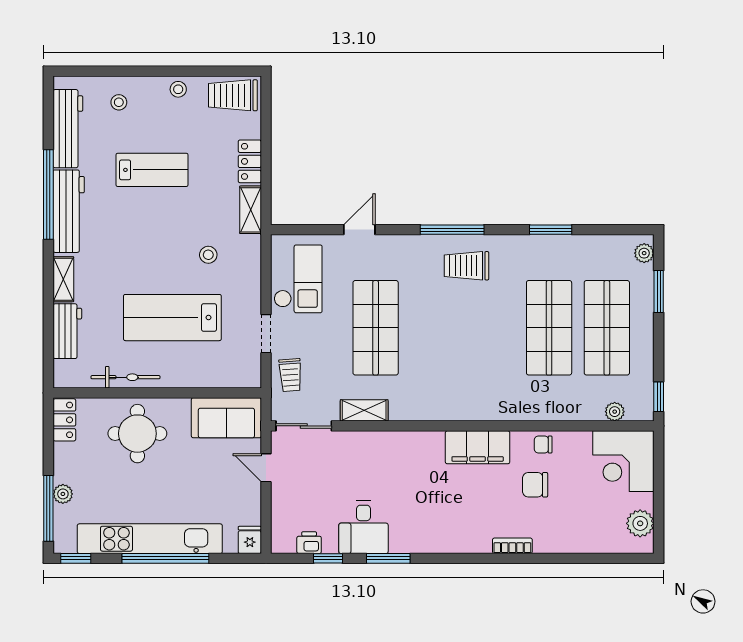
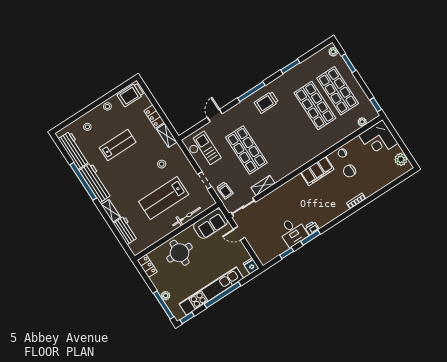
bicycle: (125, 377) -> (187, 217), moved
printer: (309, 543) -> (312, 228), moved

